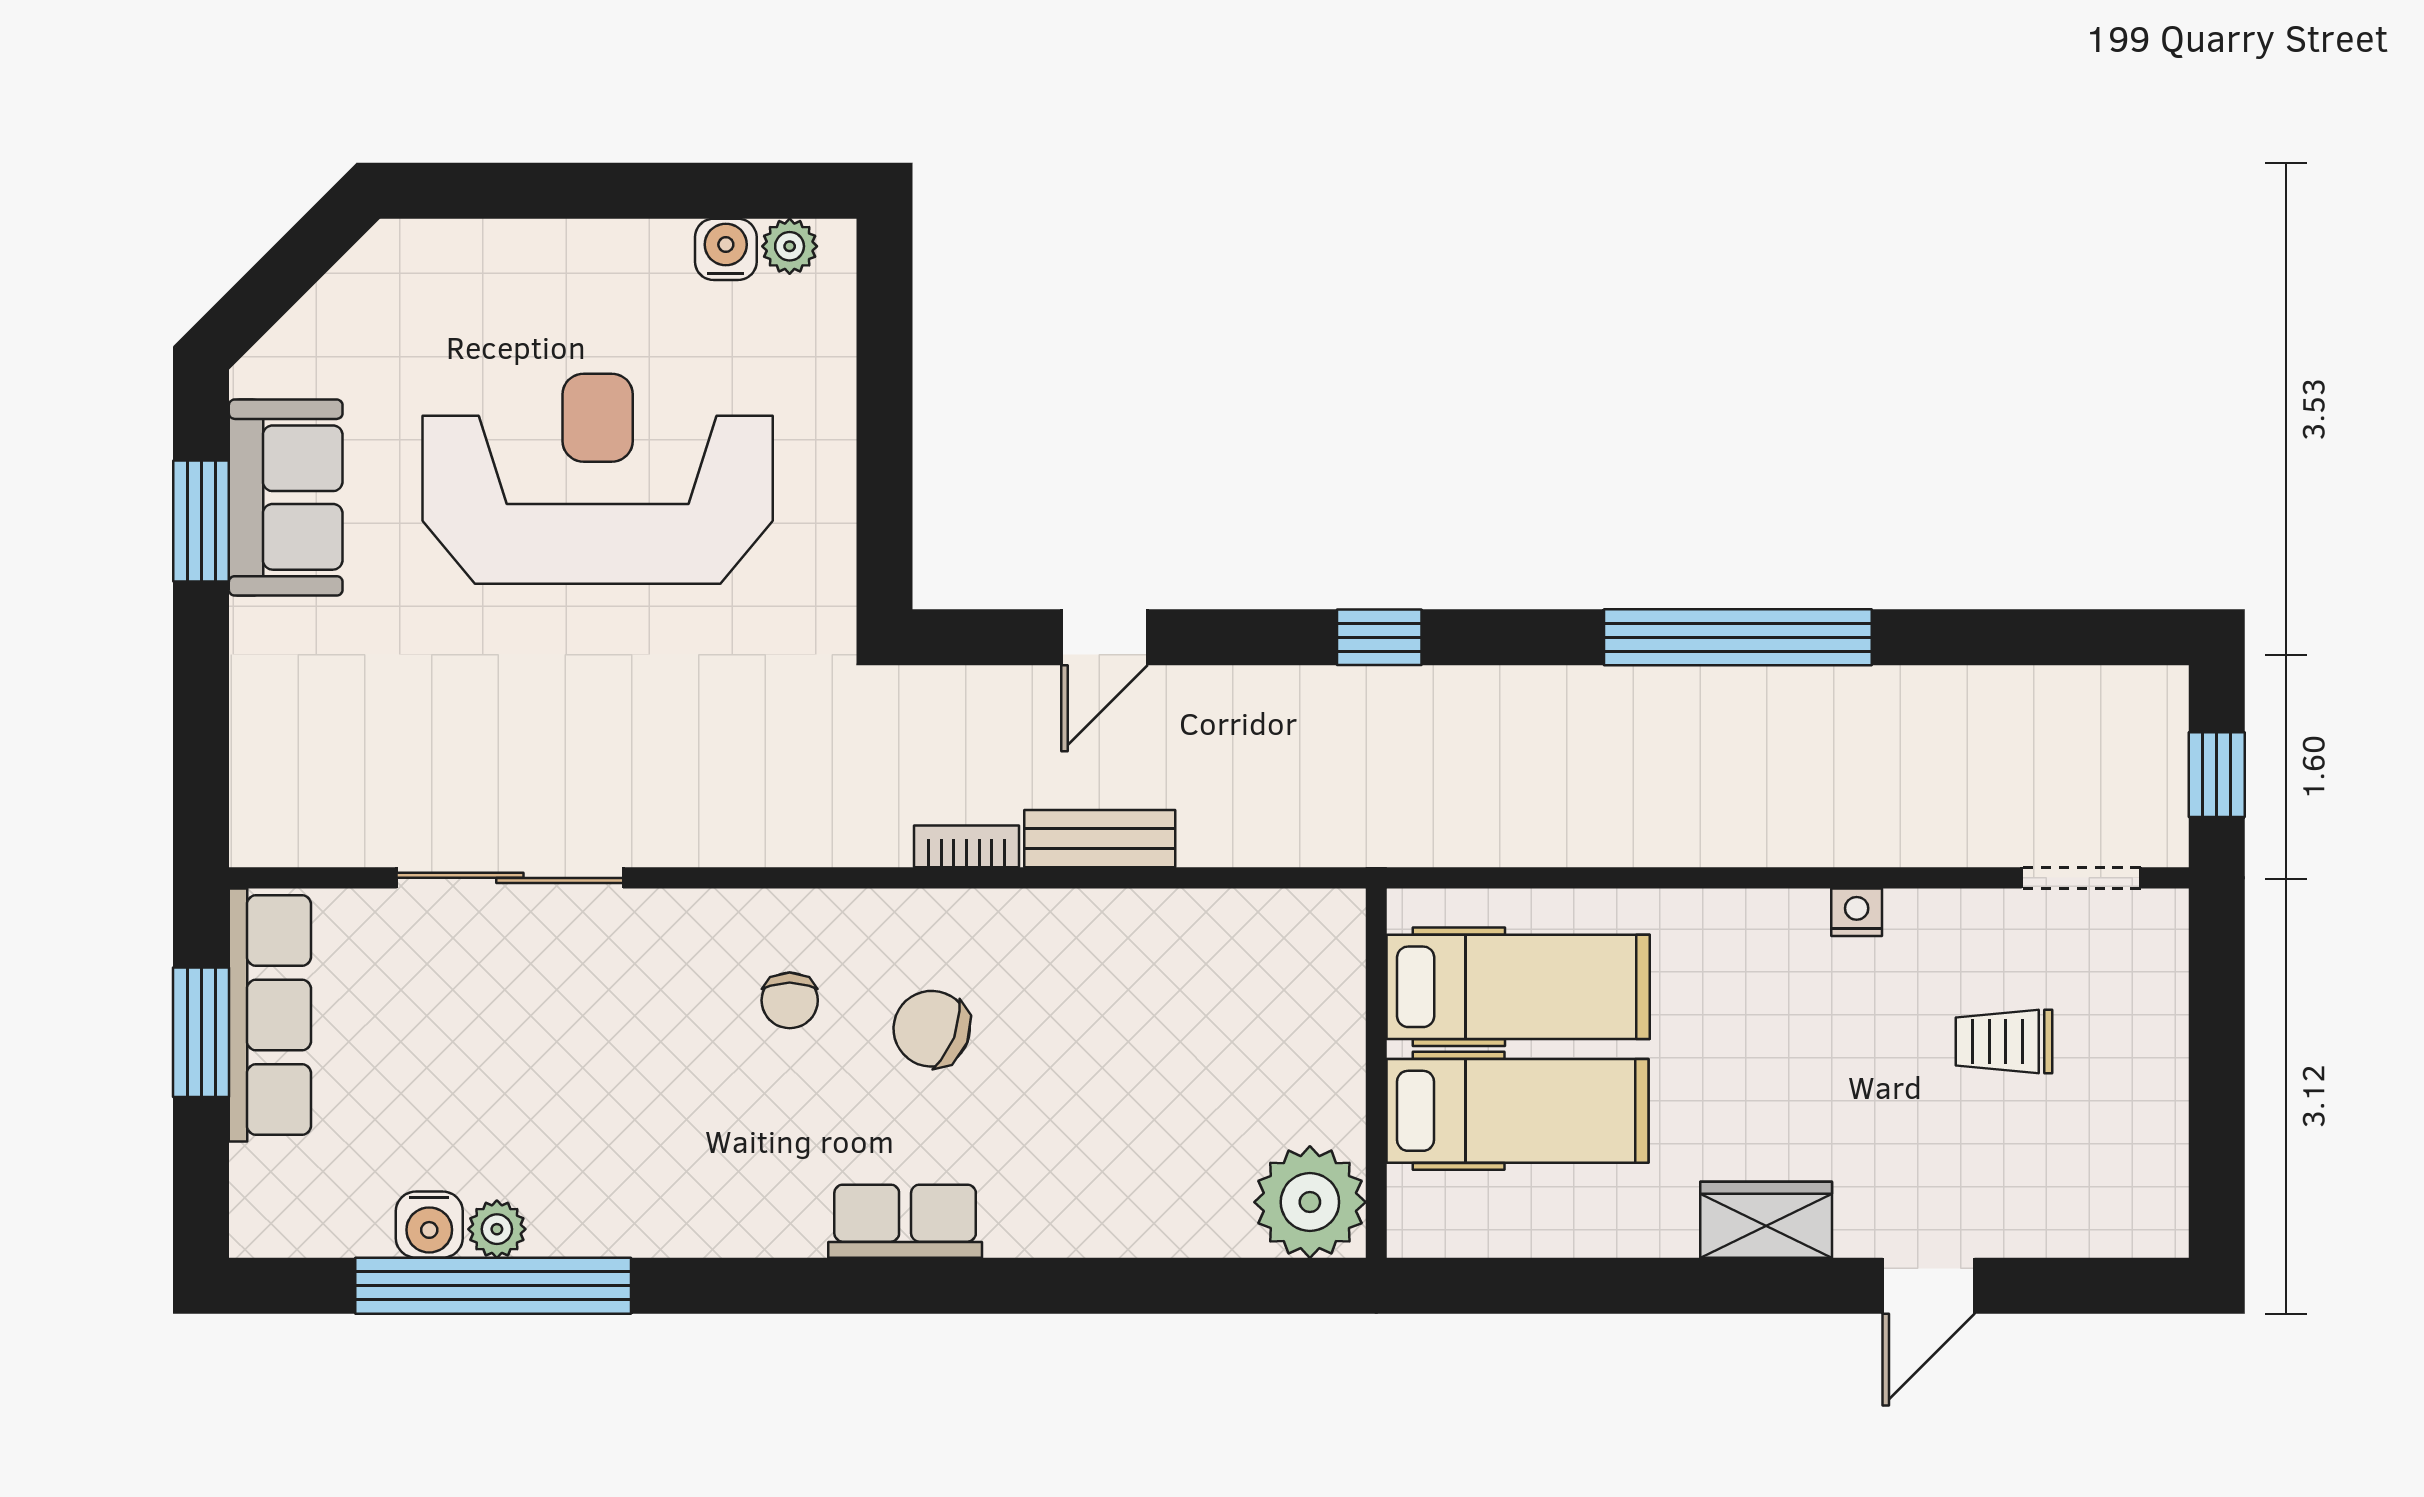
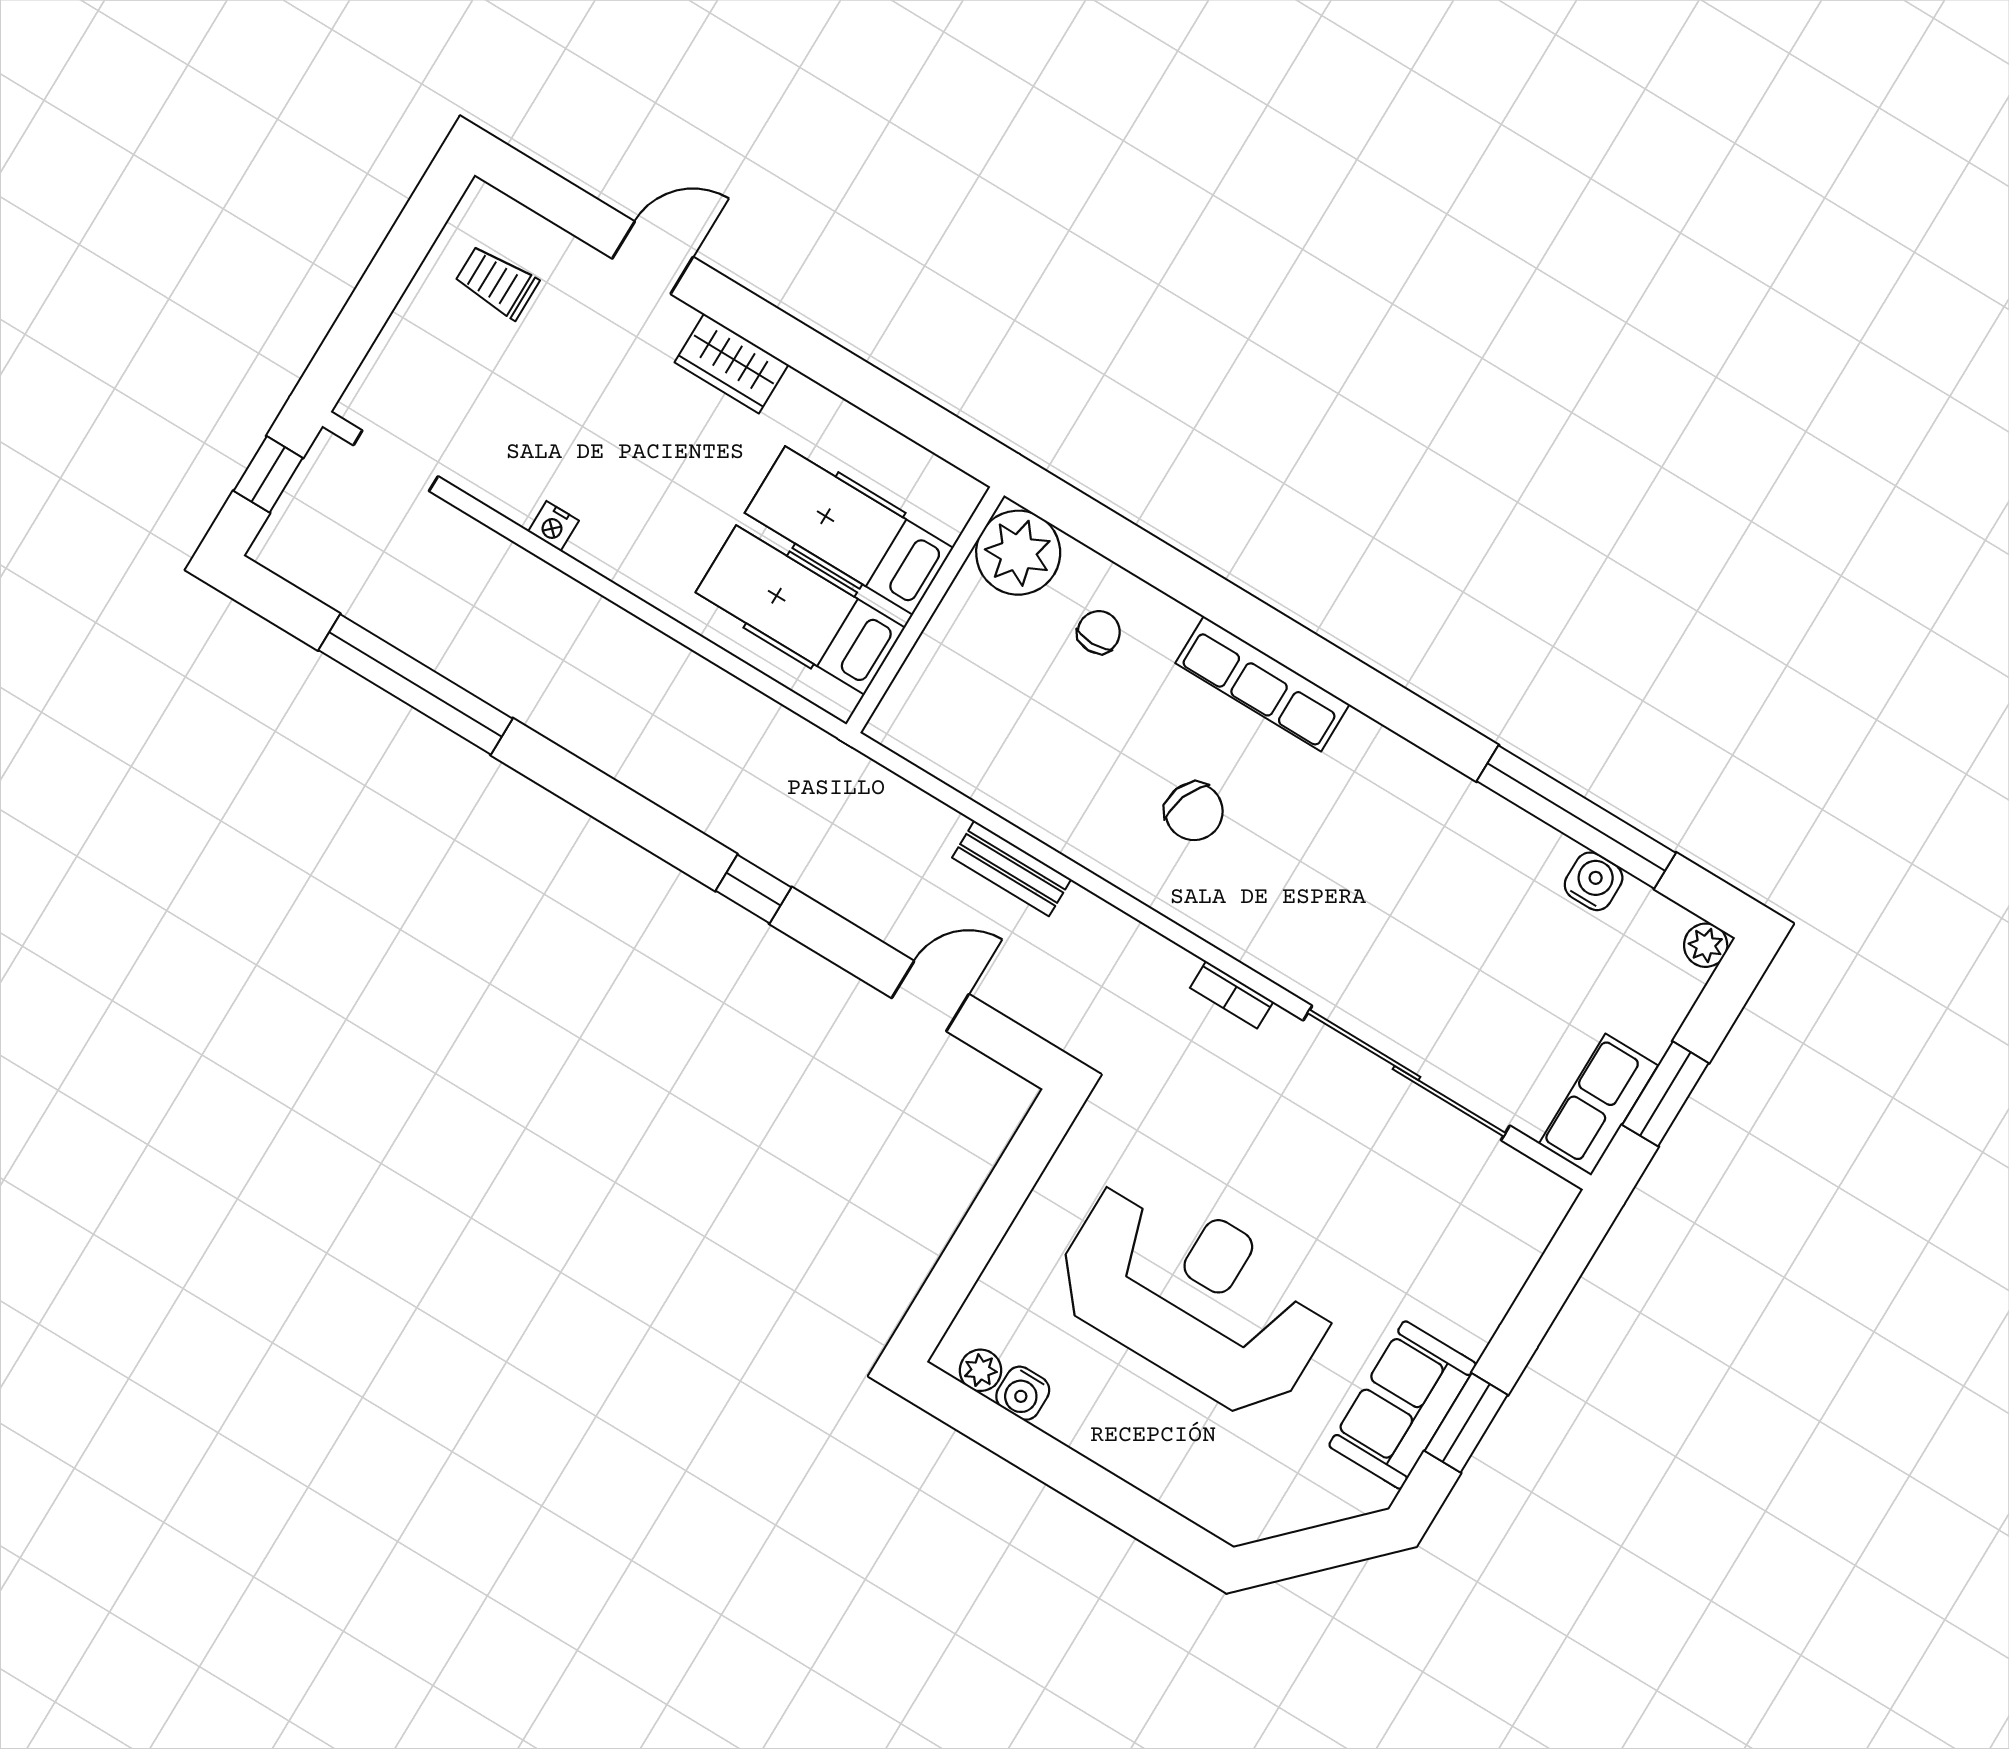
reception desk: (598, 479) -> (1195, 1296), turned 180
window: (1738, 637) -> (415, 684), moved
bookcase: (966, 846) -> (1232, 995), moved
sliding door: (510, 878) -> (1407, 1073), width x1.36
chair: (790, 1000) -> (1099, 632), moved
row of seats: (270, 1015) -> (1598, 1105), width x0.68
trolley: (2004, 1042) -> (497, 282), moved, turned 180
row of seats: (905, 1221) -> (1262, 684), width x1.48
plant: (497, 1229) -> (1706, 945), moved

